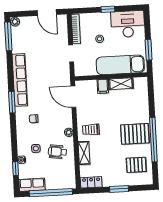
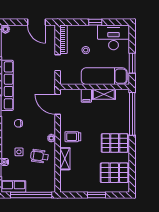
window: (153, 140) -> (132, 114), moved
pallet: (136, 165) -> (114, 173), width x1.50, depth x1.42
locker: (91, 182) -> (70, 187), removed

